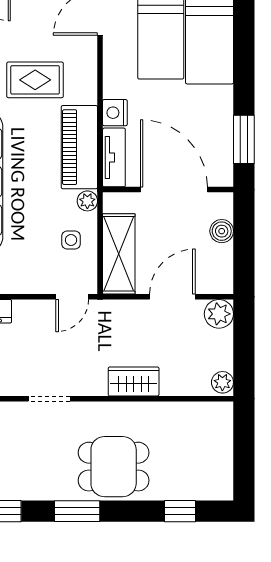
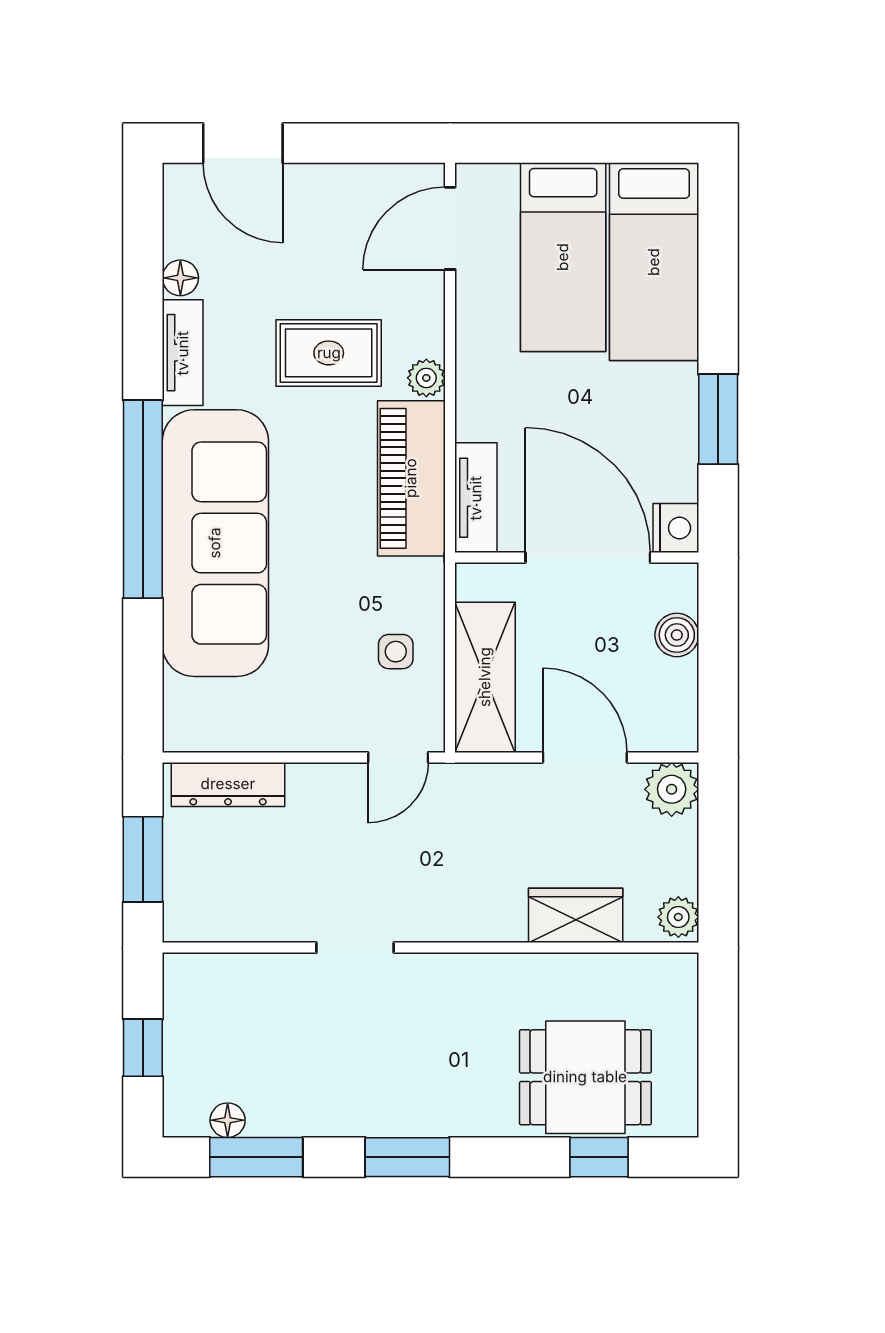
nightstand: (115, 113) -> (676, 528), moved, turned 180
window: (244, 139) -> (718, 419), moved
plant: (87, 201) -> (426, 378), moved
door: (172, 297) -> (585, 757), hinge flipped
wardrobe: (134, 381) -> (576, 915), moved
dining table: (114, 467) -> (585, 1077), moved

